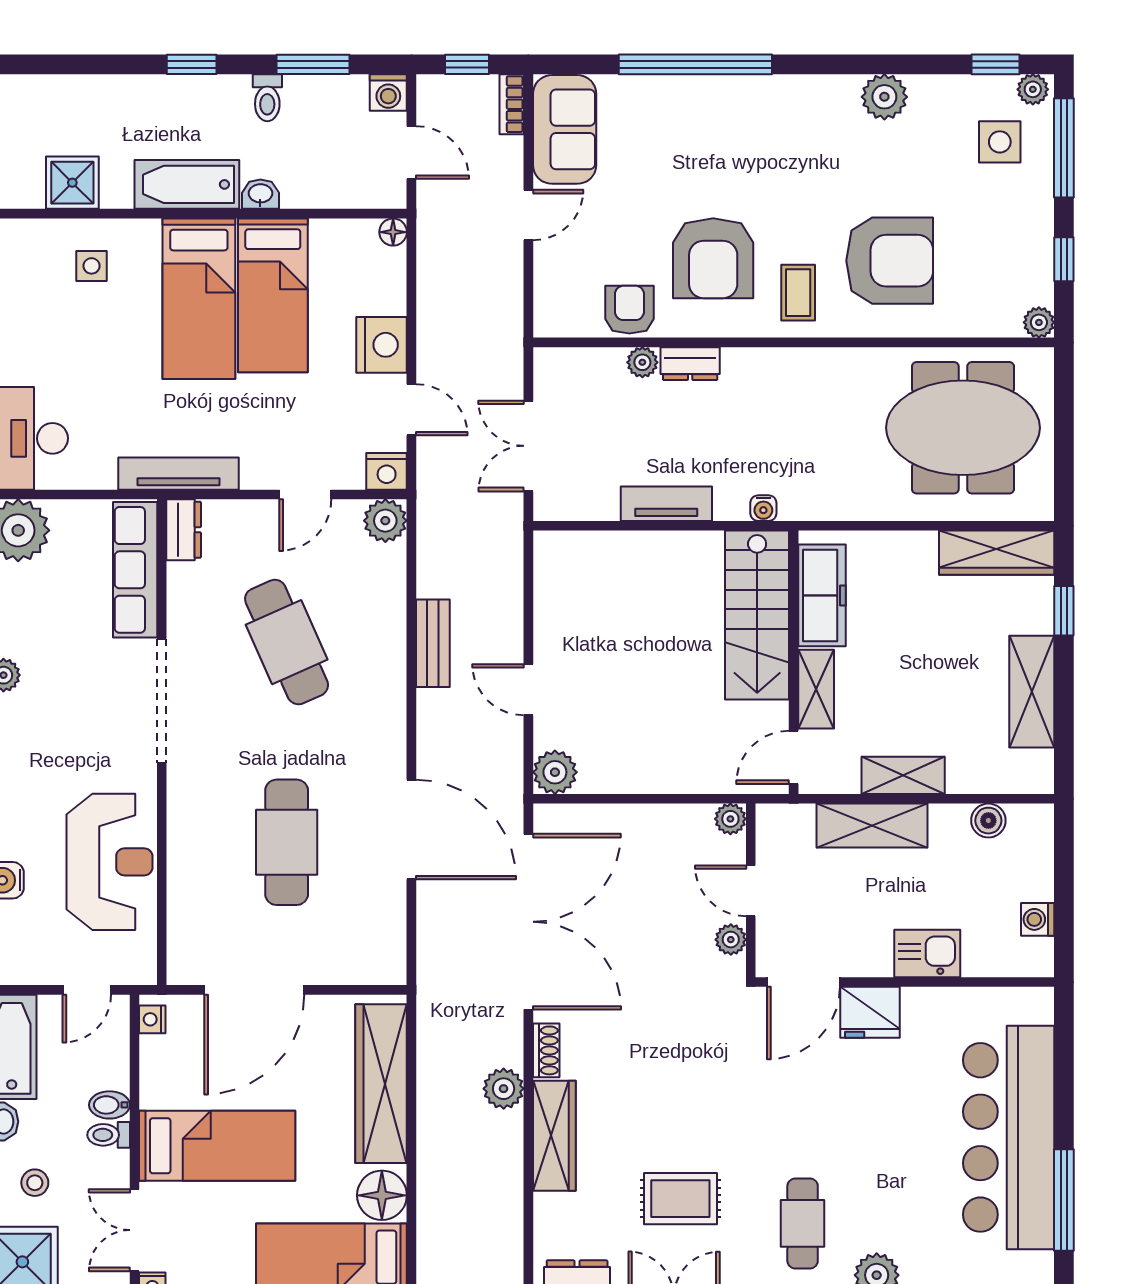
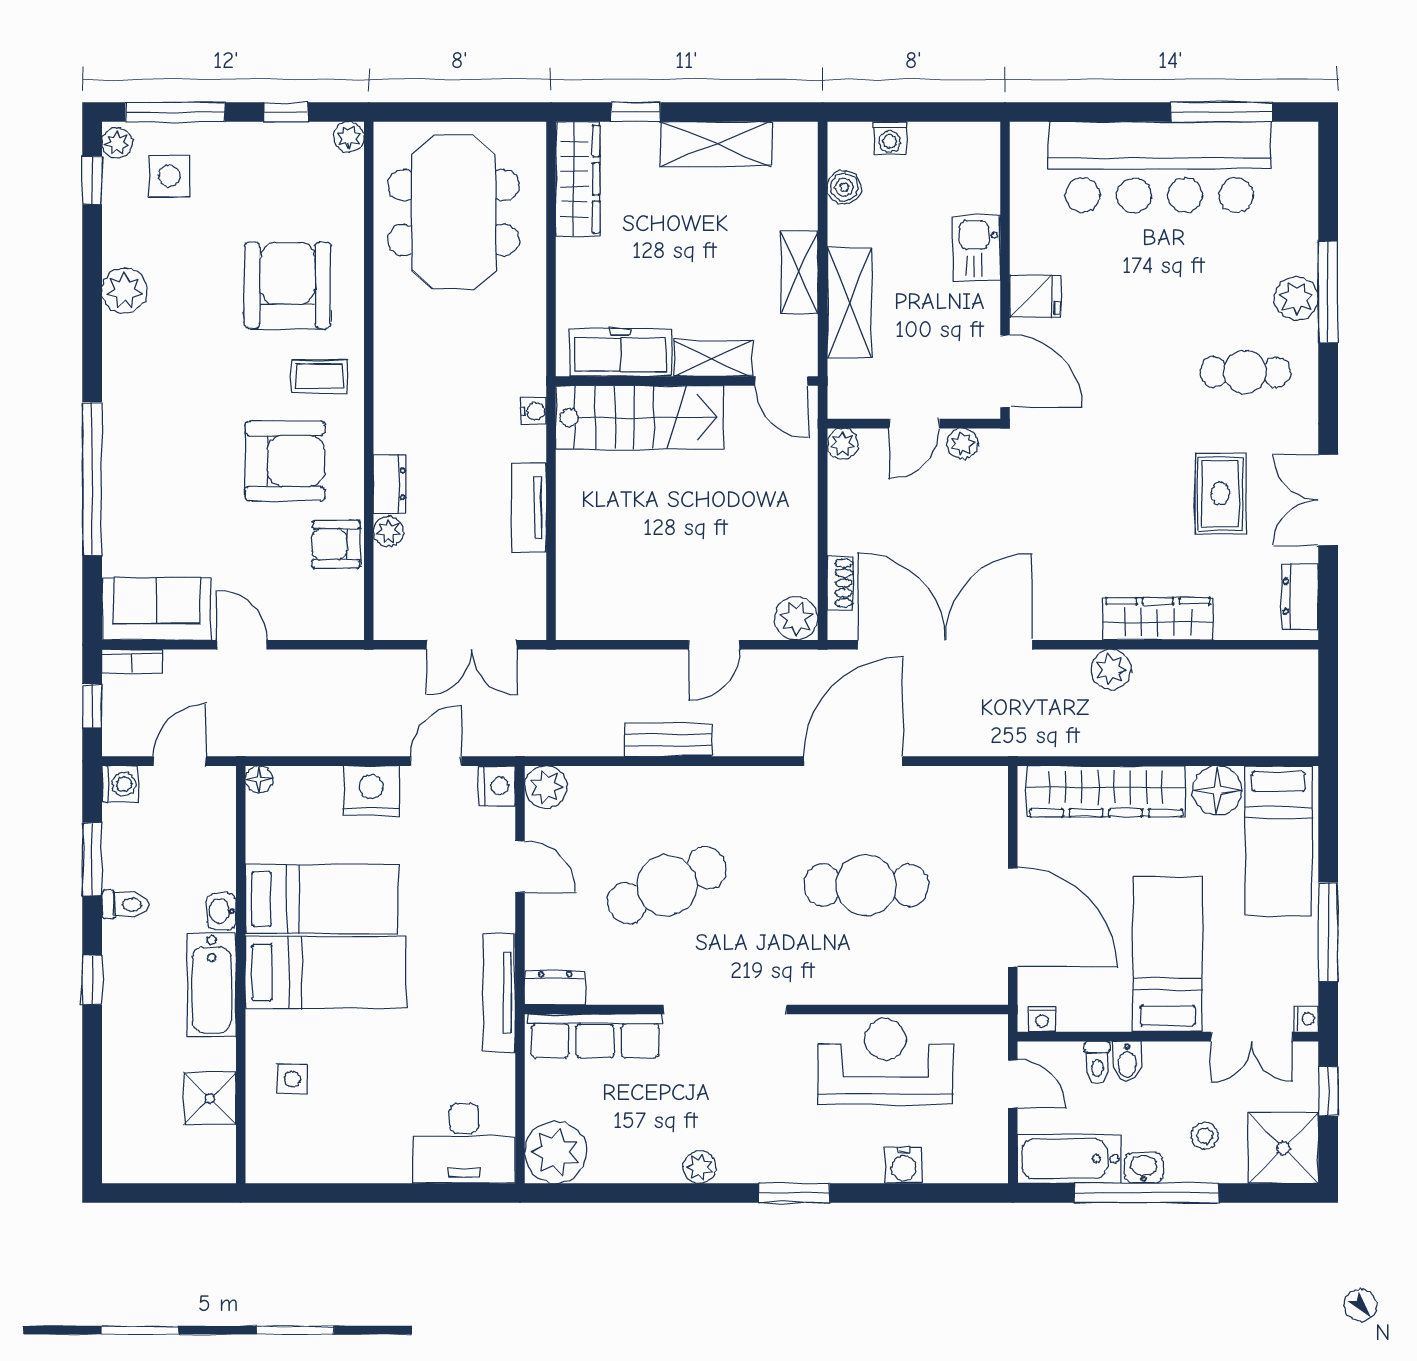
washing machine: (1038, 919) -> (890, 138), moved
fridge: (870, 1012) -> (1035, 297), width x0.72
shoe rack: (546, 1050) -> (840, 583), moved, turned 90
toilet: (109, 1135) -> (1097, 1062), moved

